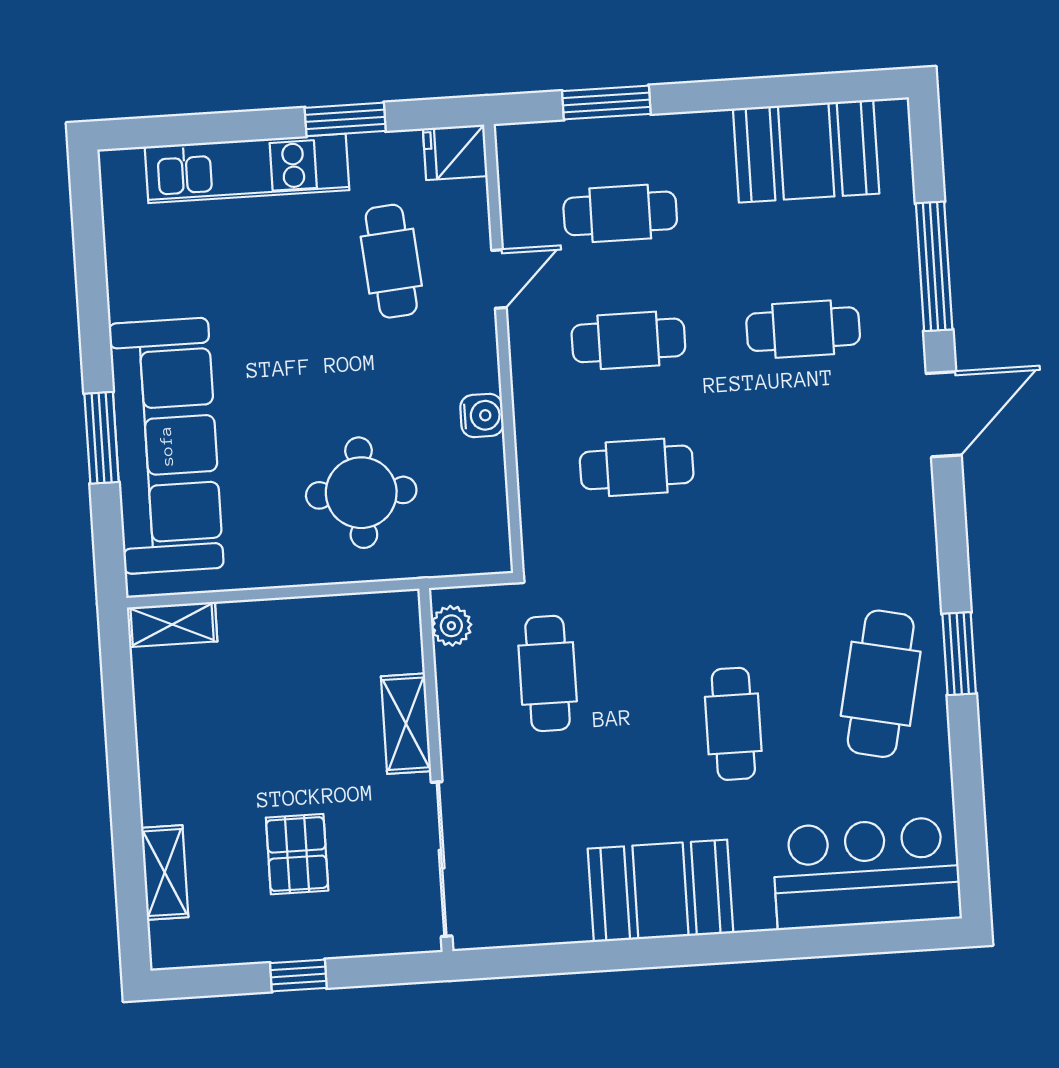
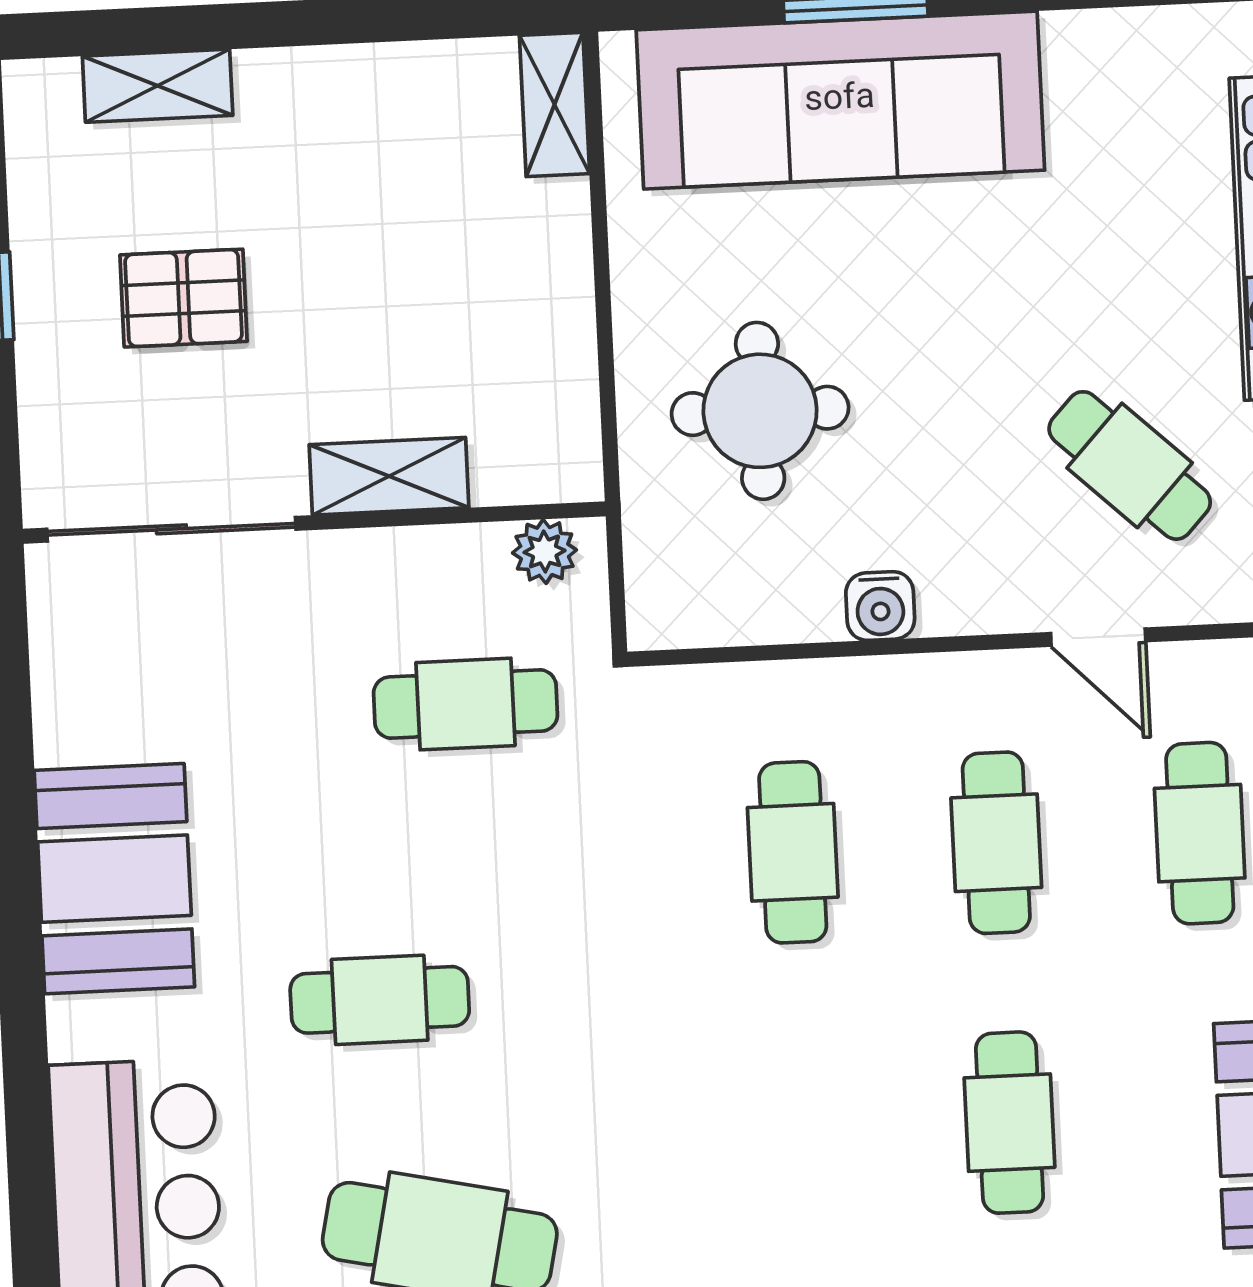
cafe table: (391, 261) -> (1130, 465), turned 48

